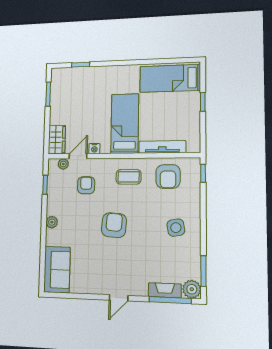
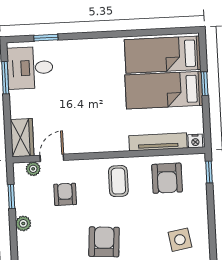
desk: (67, 87) -> (30, 68), added
bed: (125, 124) -> (164, 90), moved, turned -90
nightstand: (94, 149) -> (195, 141), moved
coffee table: (129, 177) -> (118, 181), turned 90
plant: (52, 222) -> (23, 223), moved

